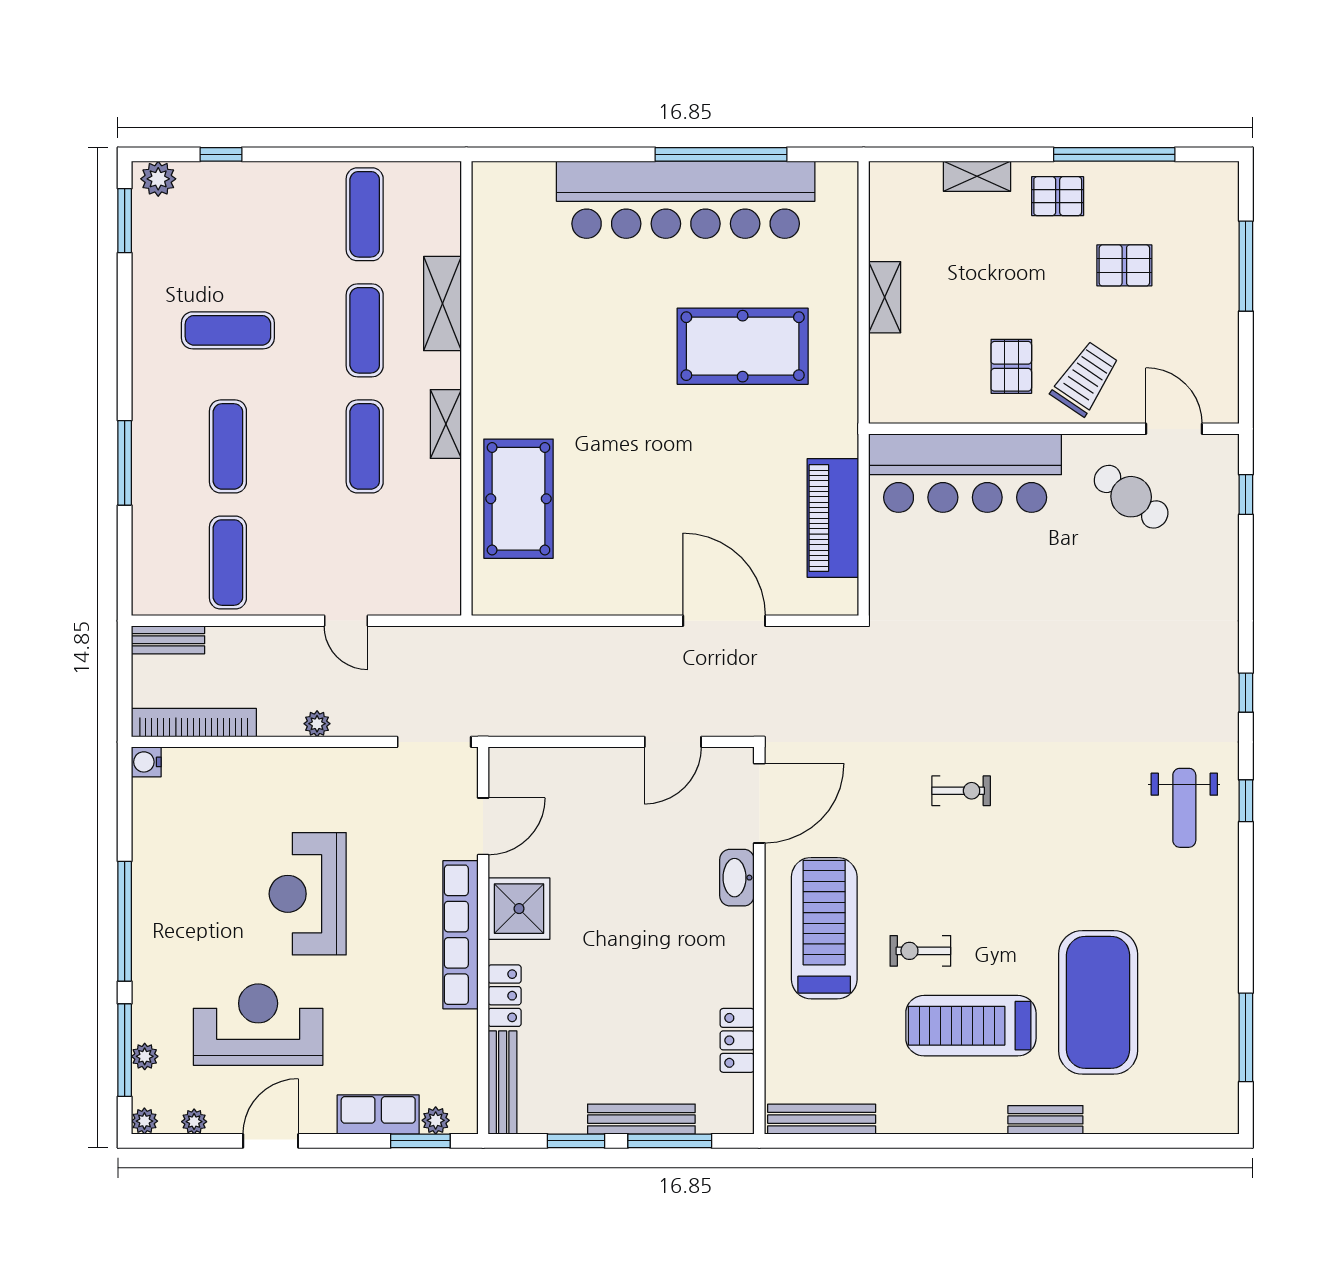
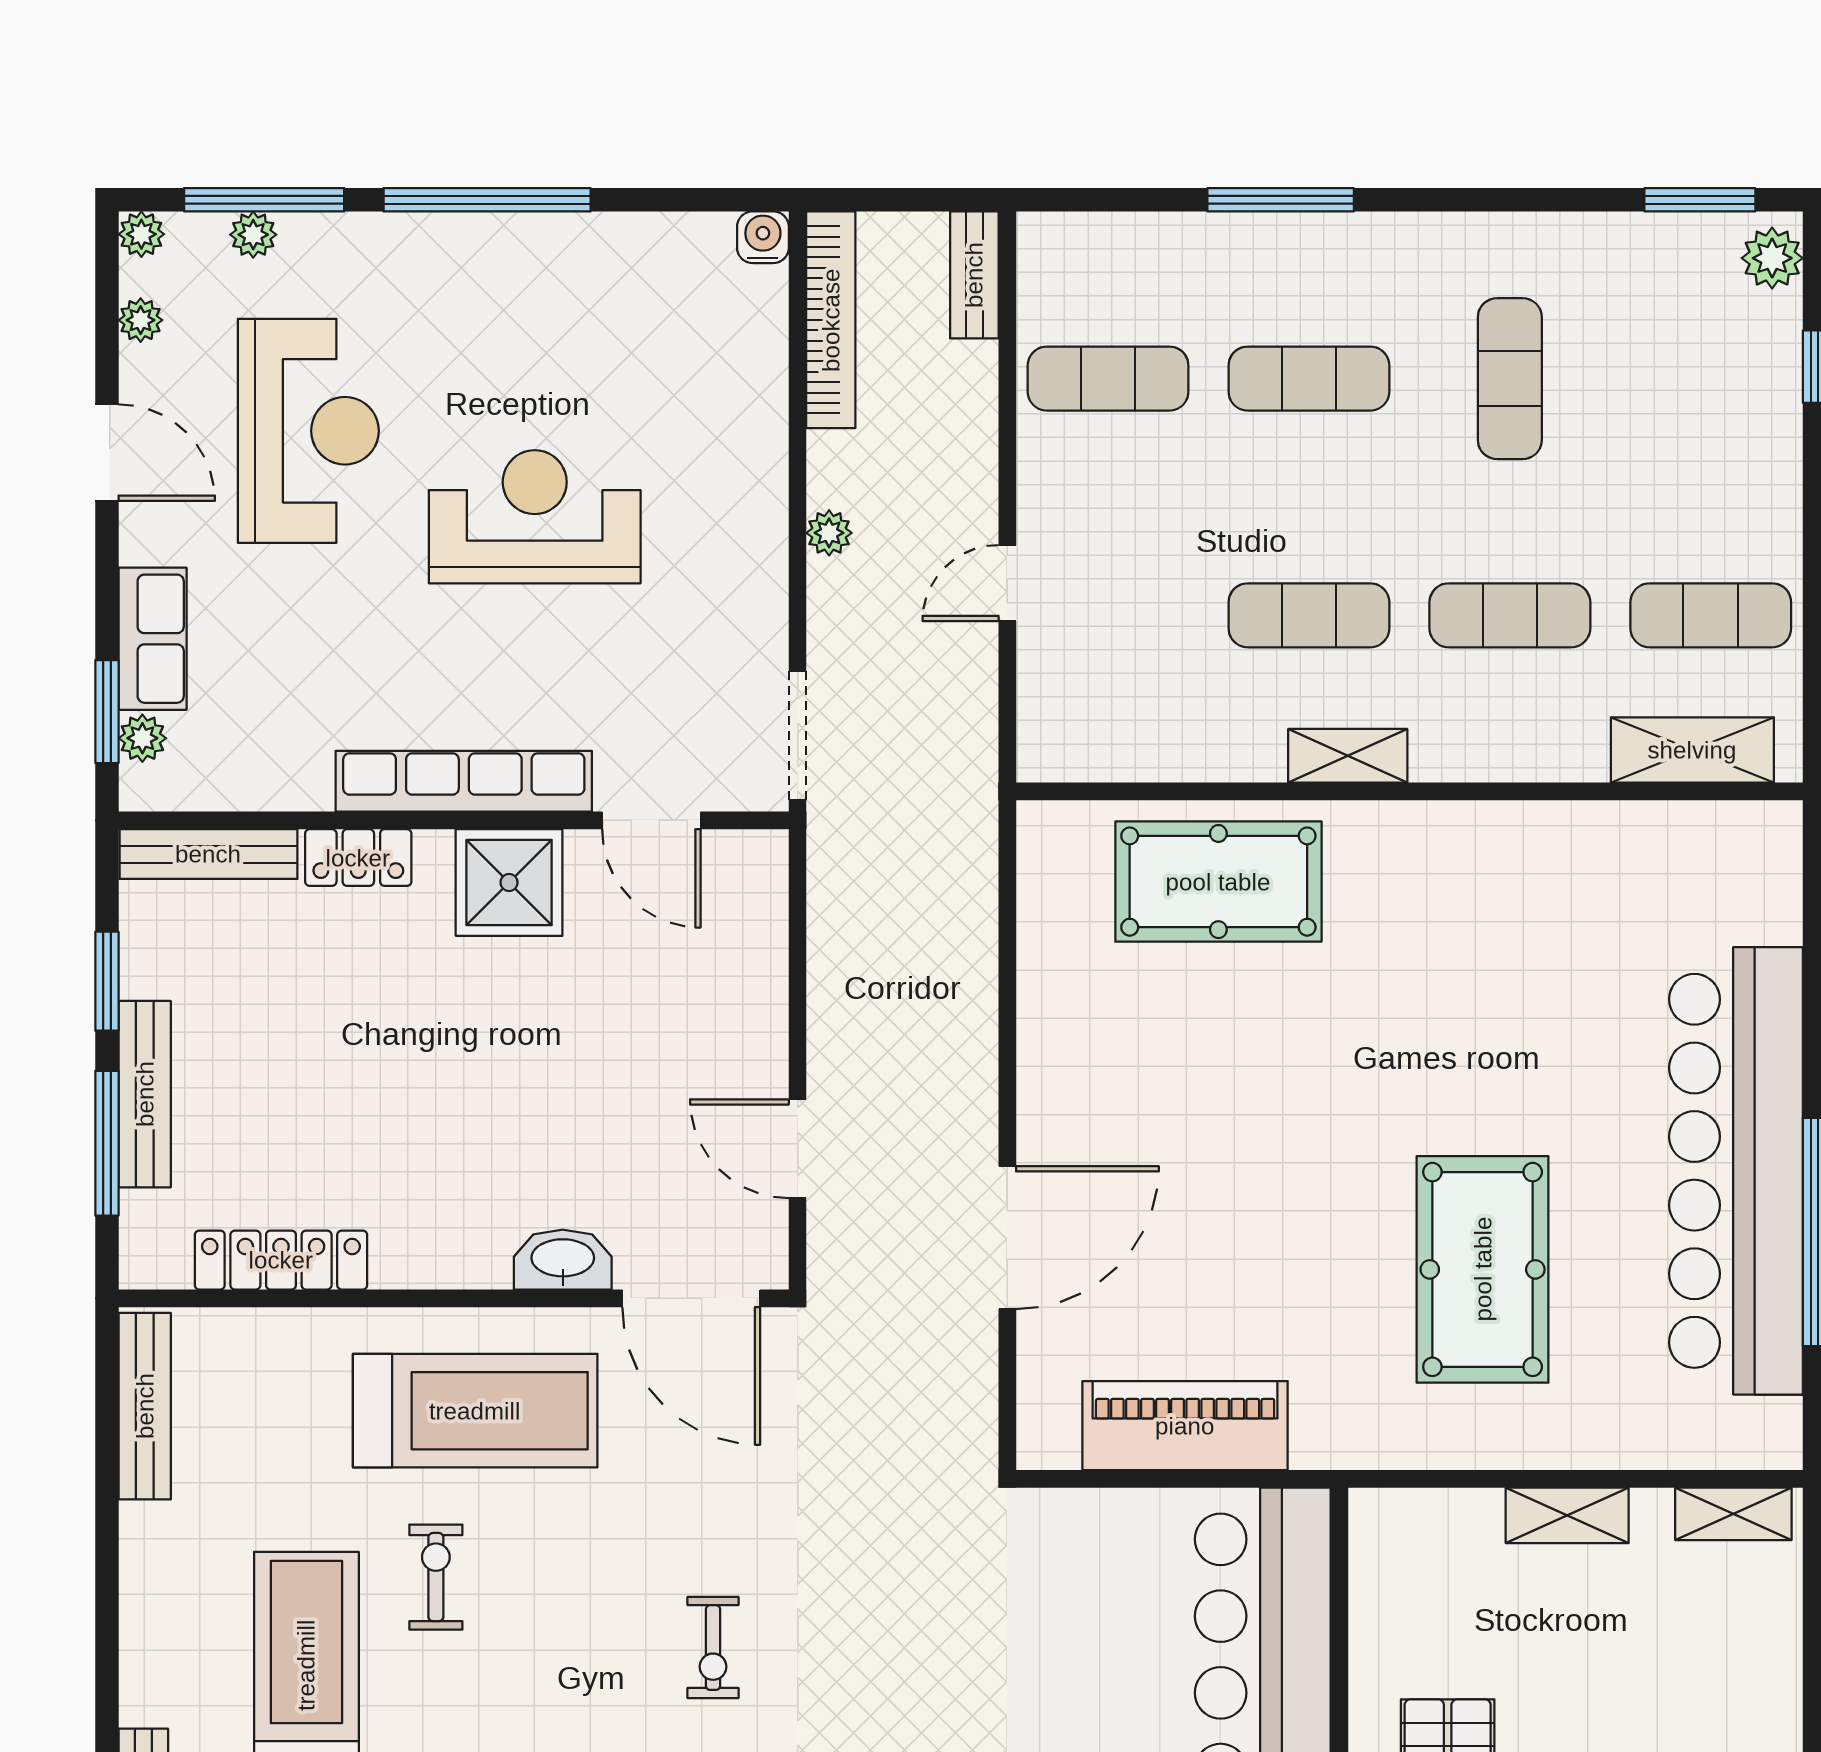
shelving: (977, 176) -> (1733, 1514), moved, turned 90
shelving: (442, 304) -> (1692, 750), moved
locker: (737, 1040) -> (281, 1260), width x1.53

